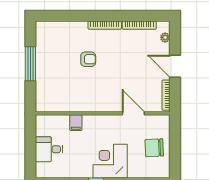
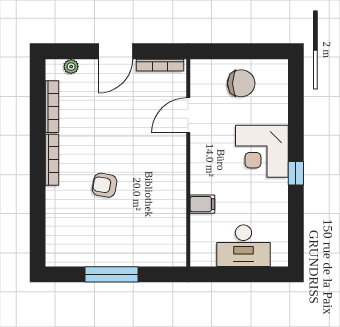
armchair: (88, 59) -> (105, 185), turned -80
chair: (154, 148) -> (241, 83), turned -87
desk: (49, 149) -> (243, 246), width x1.37

